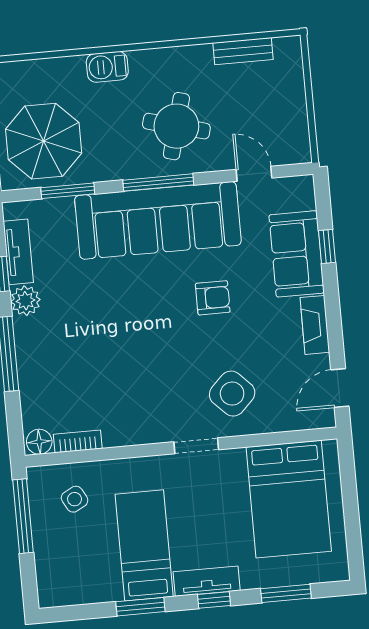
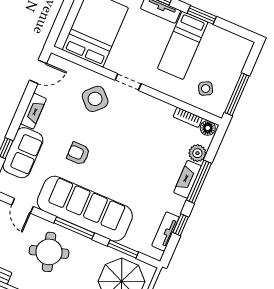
round table: (176, 126) -> (49, 252), turned -32
plant: (25, 301) -> (197, 153), moved
fireplace: (28, 348) -> (187, 179), added

